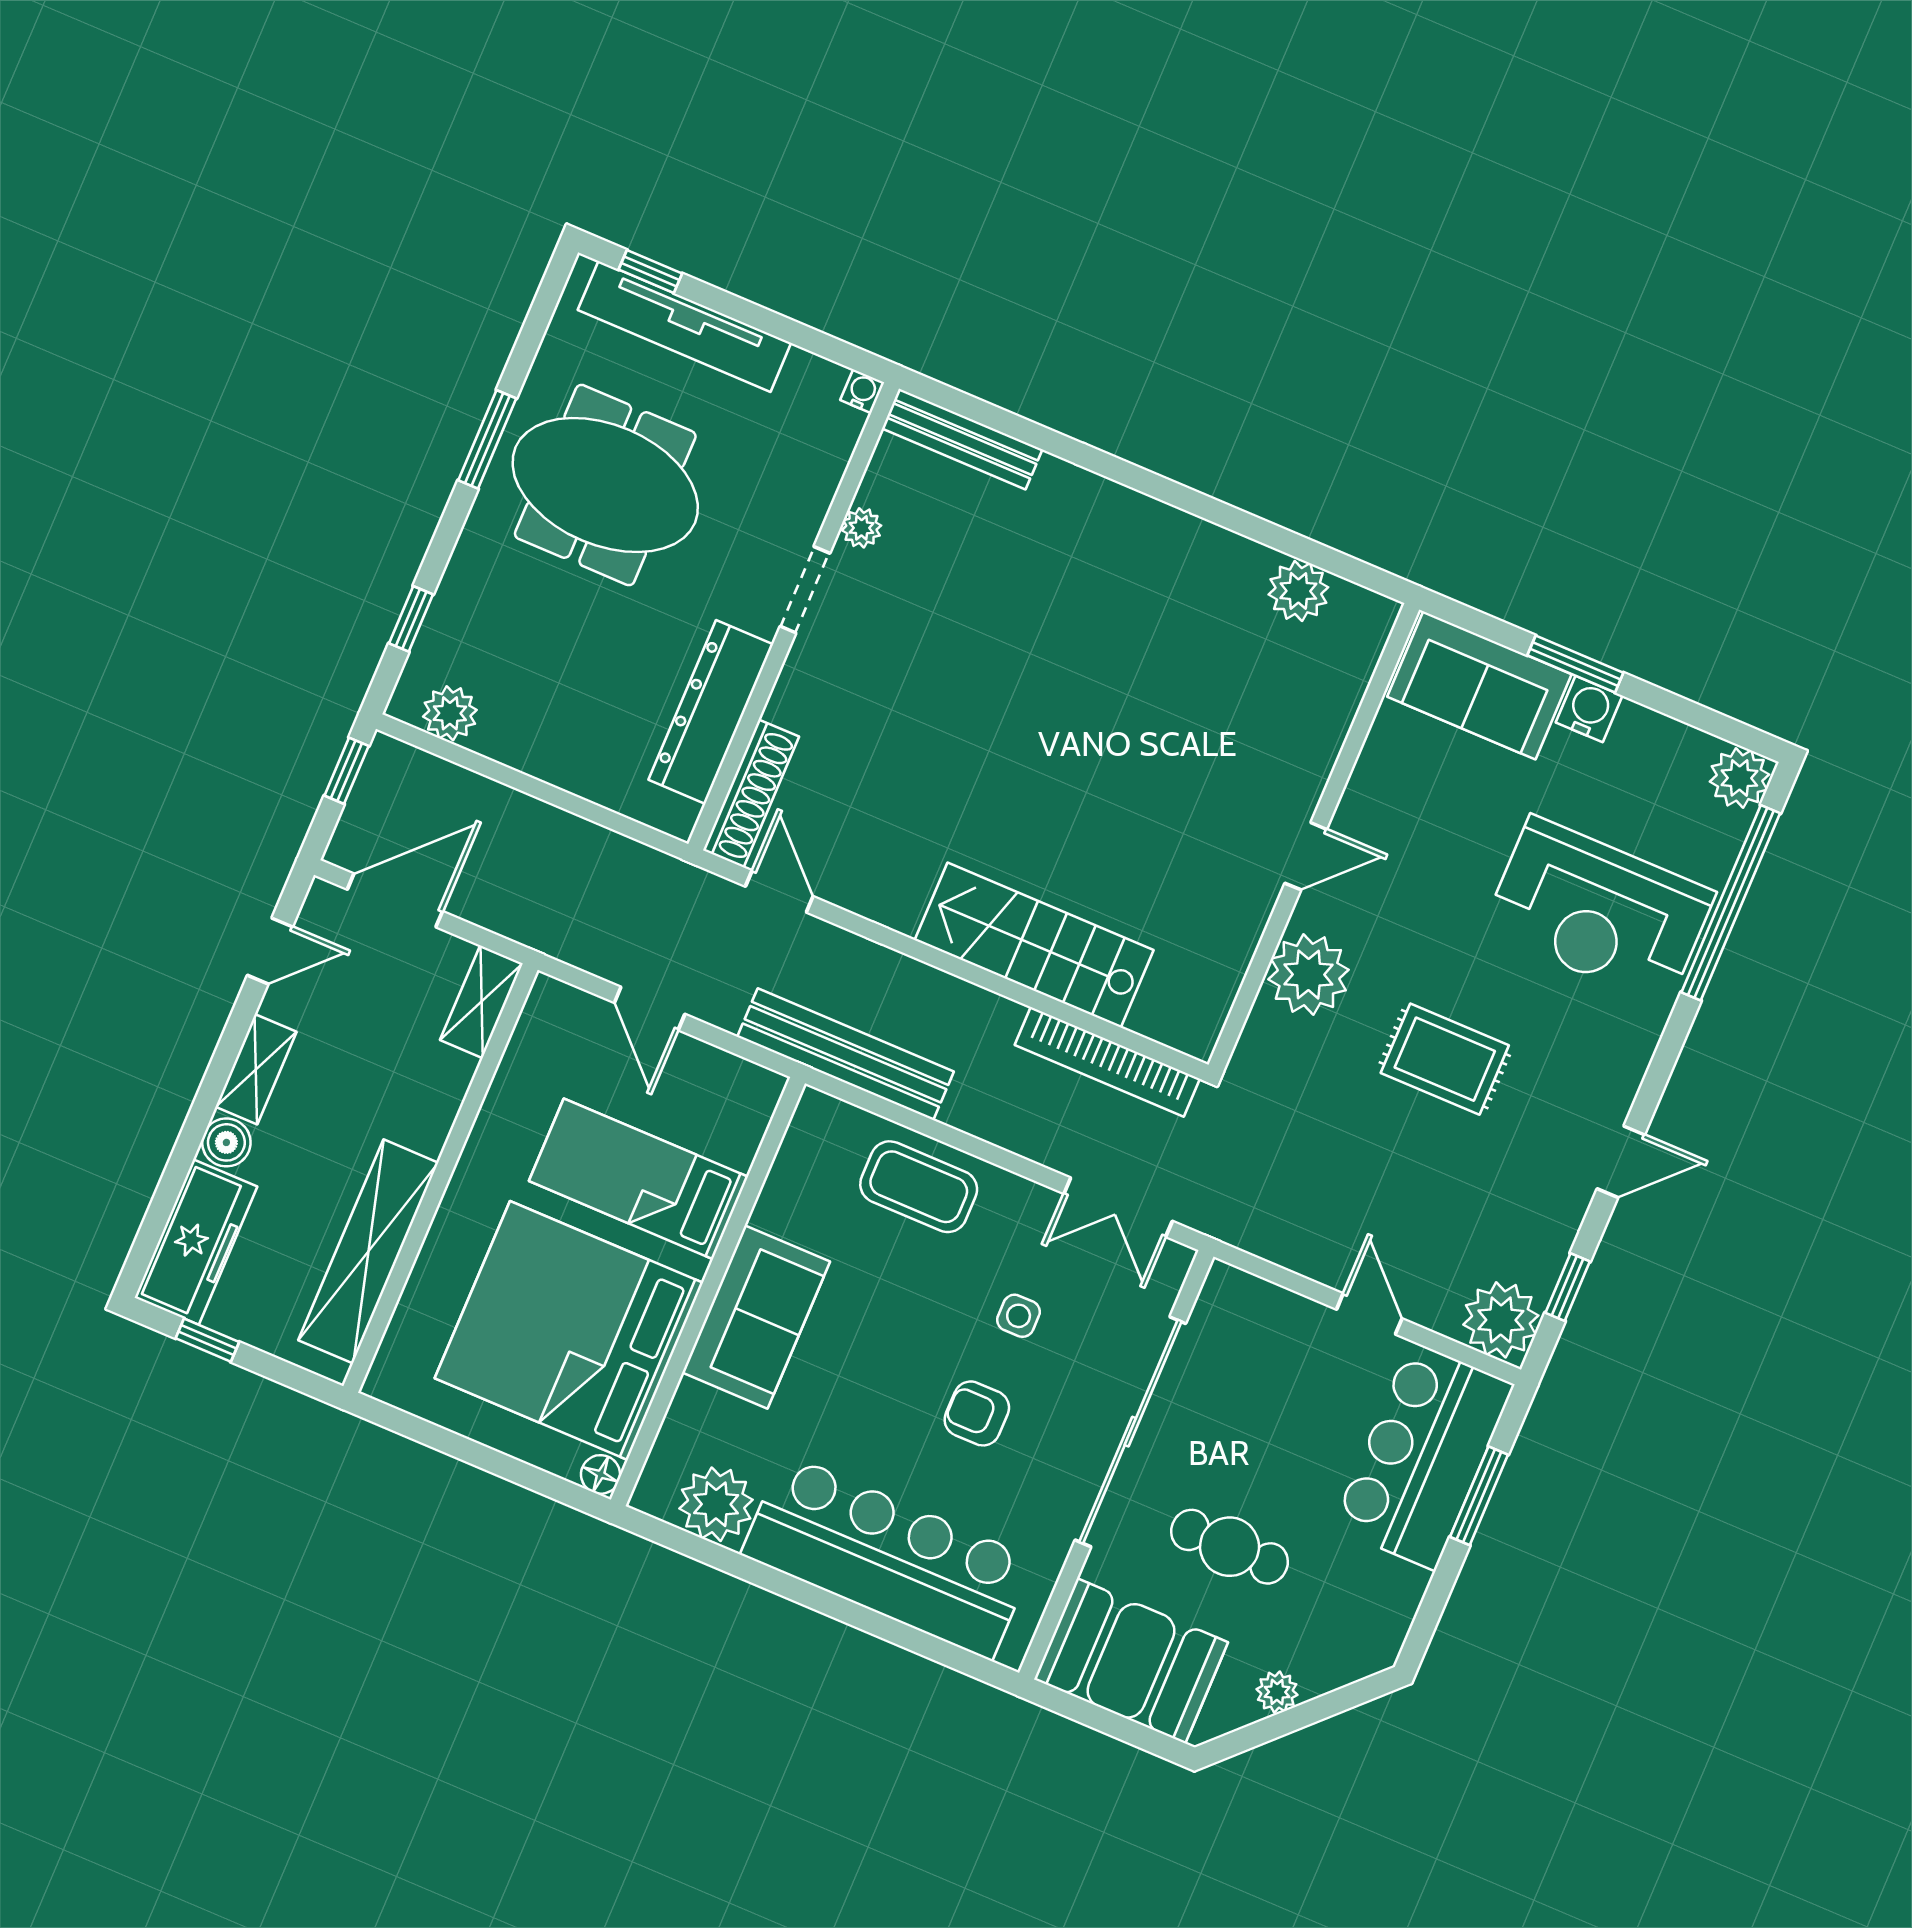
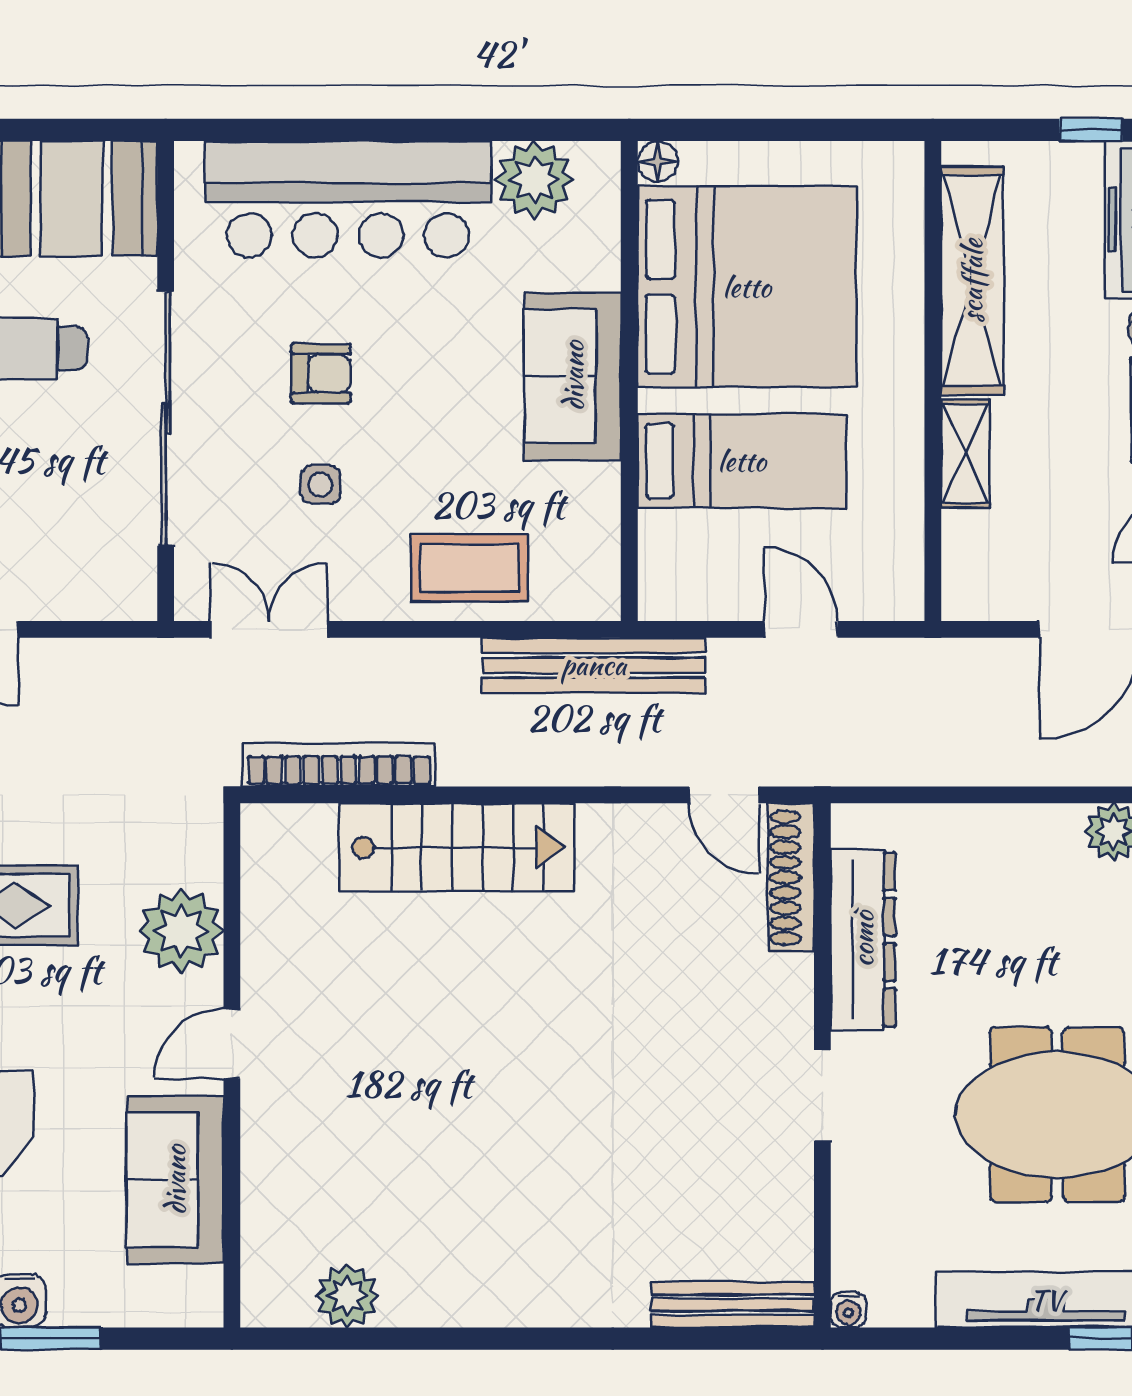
plant: (861, 528) -> (793, 1178), removed
sofa: (1479, 685) -> (175, 1180), moved, turned -90
shelving: (481, 1002) -> (965, 453), moved

